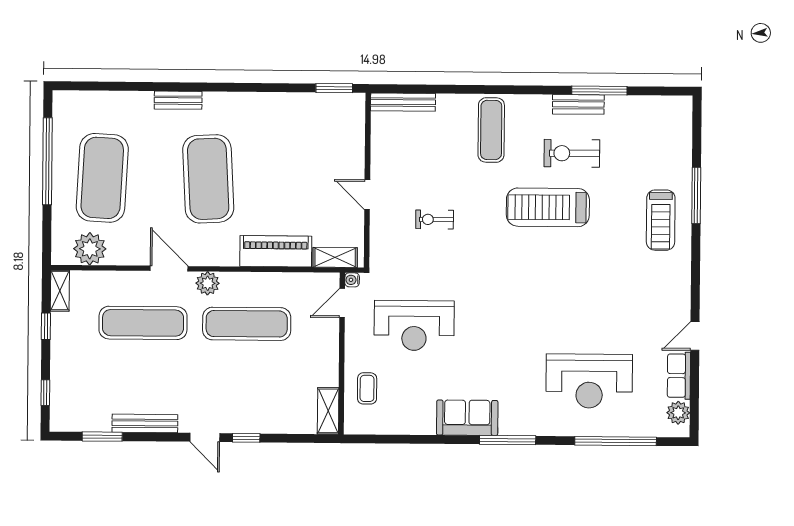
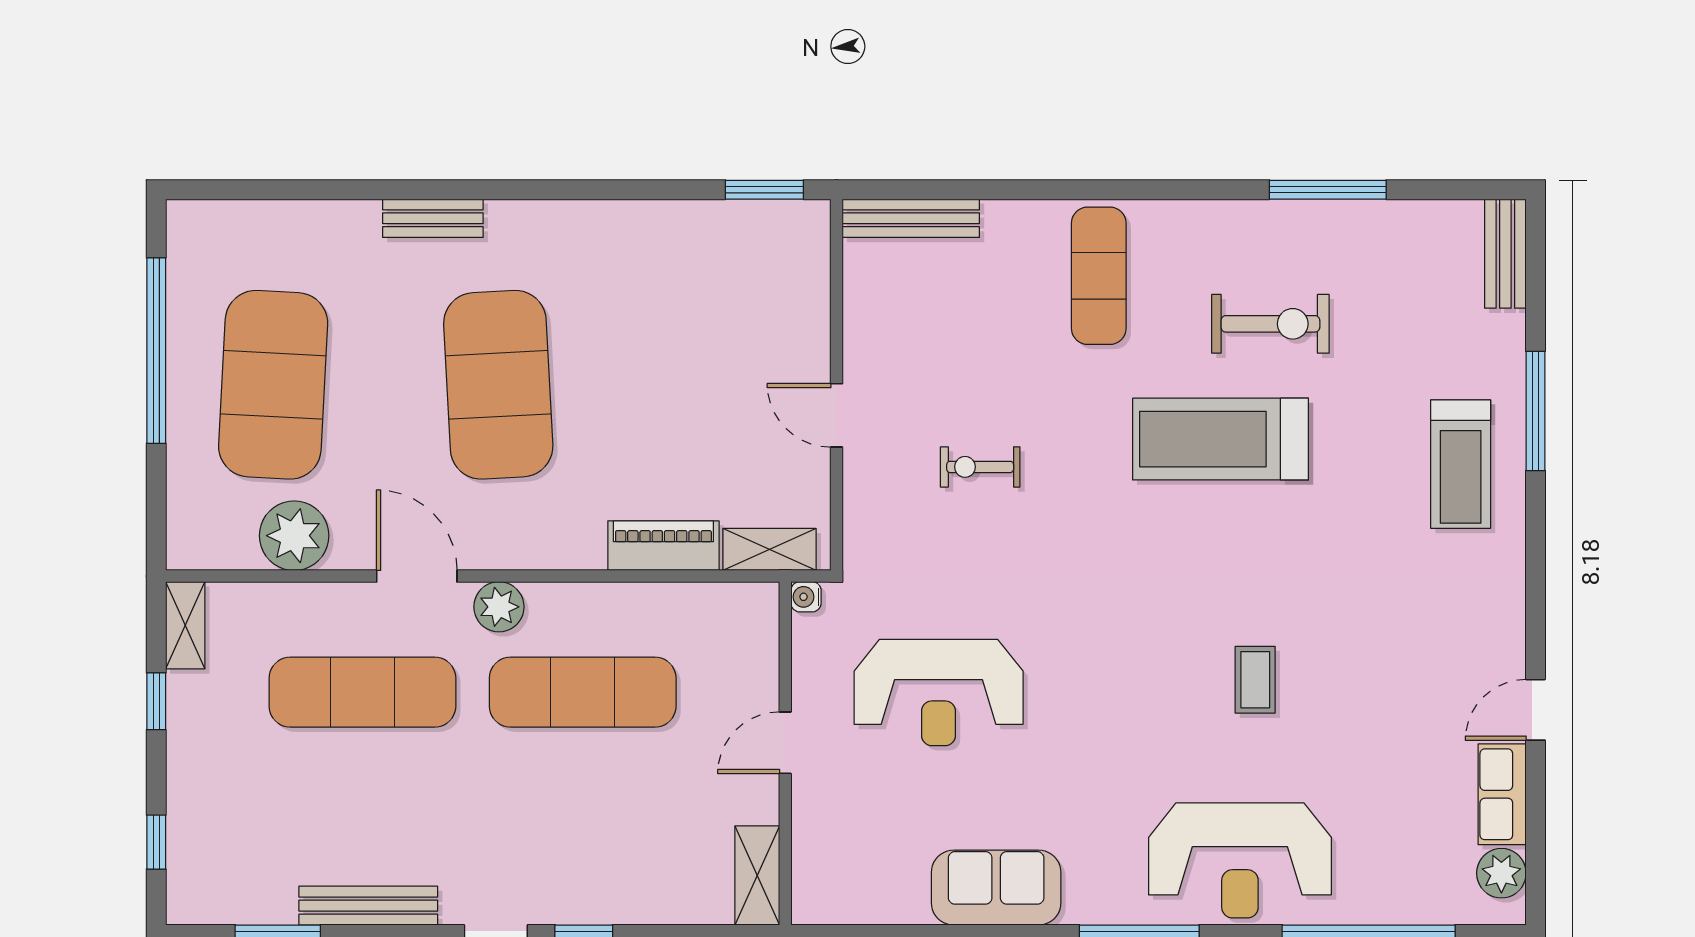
bench: (578, 104) -> (1505, 254), moved, turned 90
exercise bike: (572, 153) -> (1270, 324), turned 180
plant: (90, 249) -> (294, 536), moved
piano: (276, 251) -> (663, 546), width x0.73, depth x0.75
door: (342, 303) -> (785, 743), moved
reception desk: (589, 381) -> (1240, 860), moved
coffee table: (367, 388) -> (1255, 680), moved
sofa: (467, 418) -> (996, 888), moved

